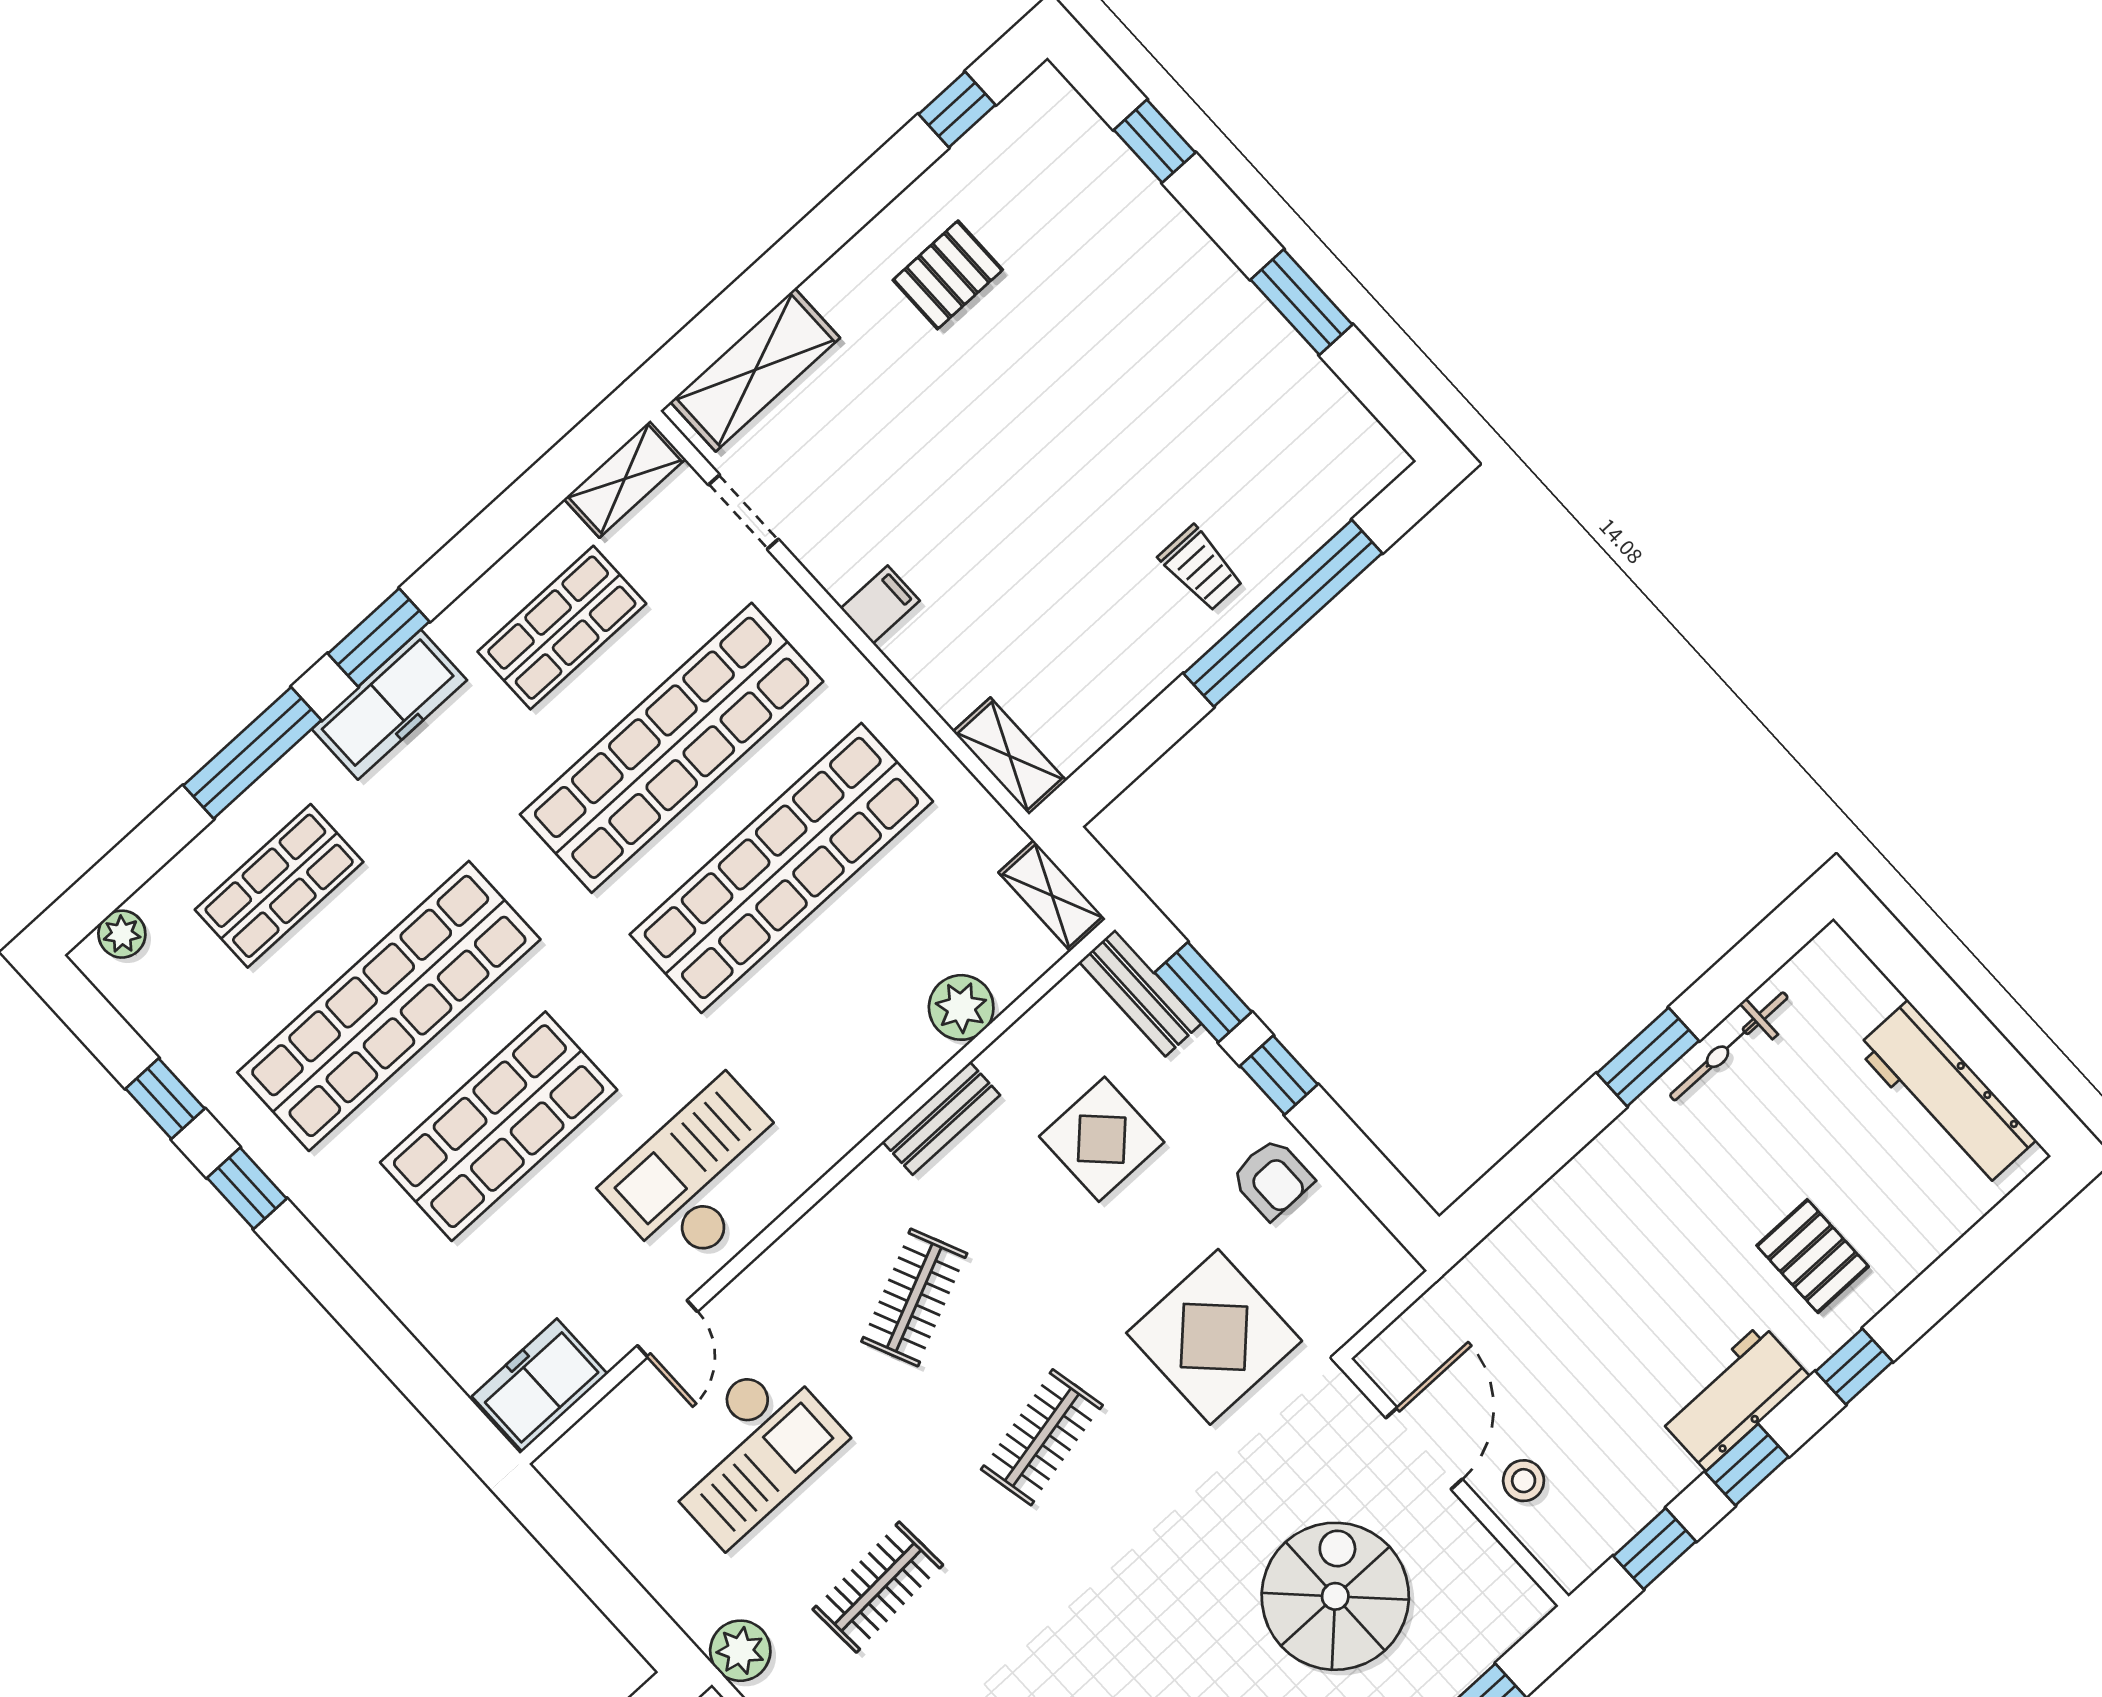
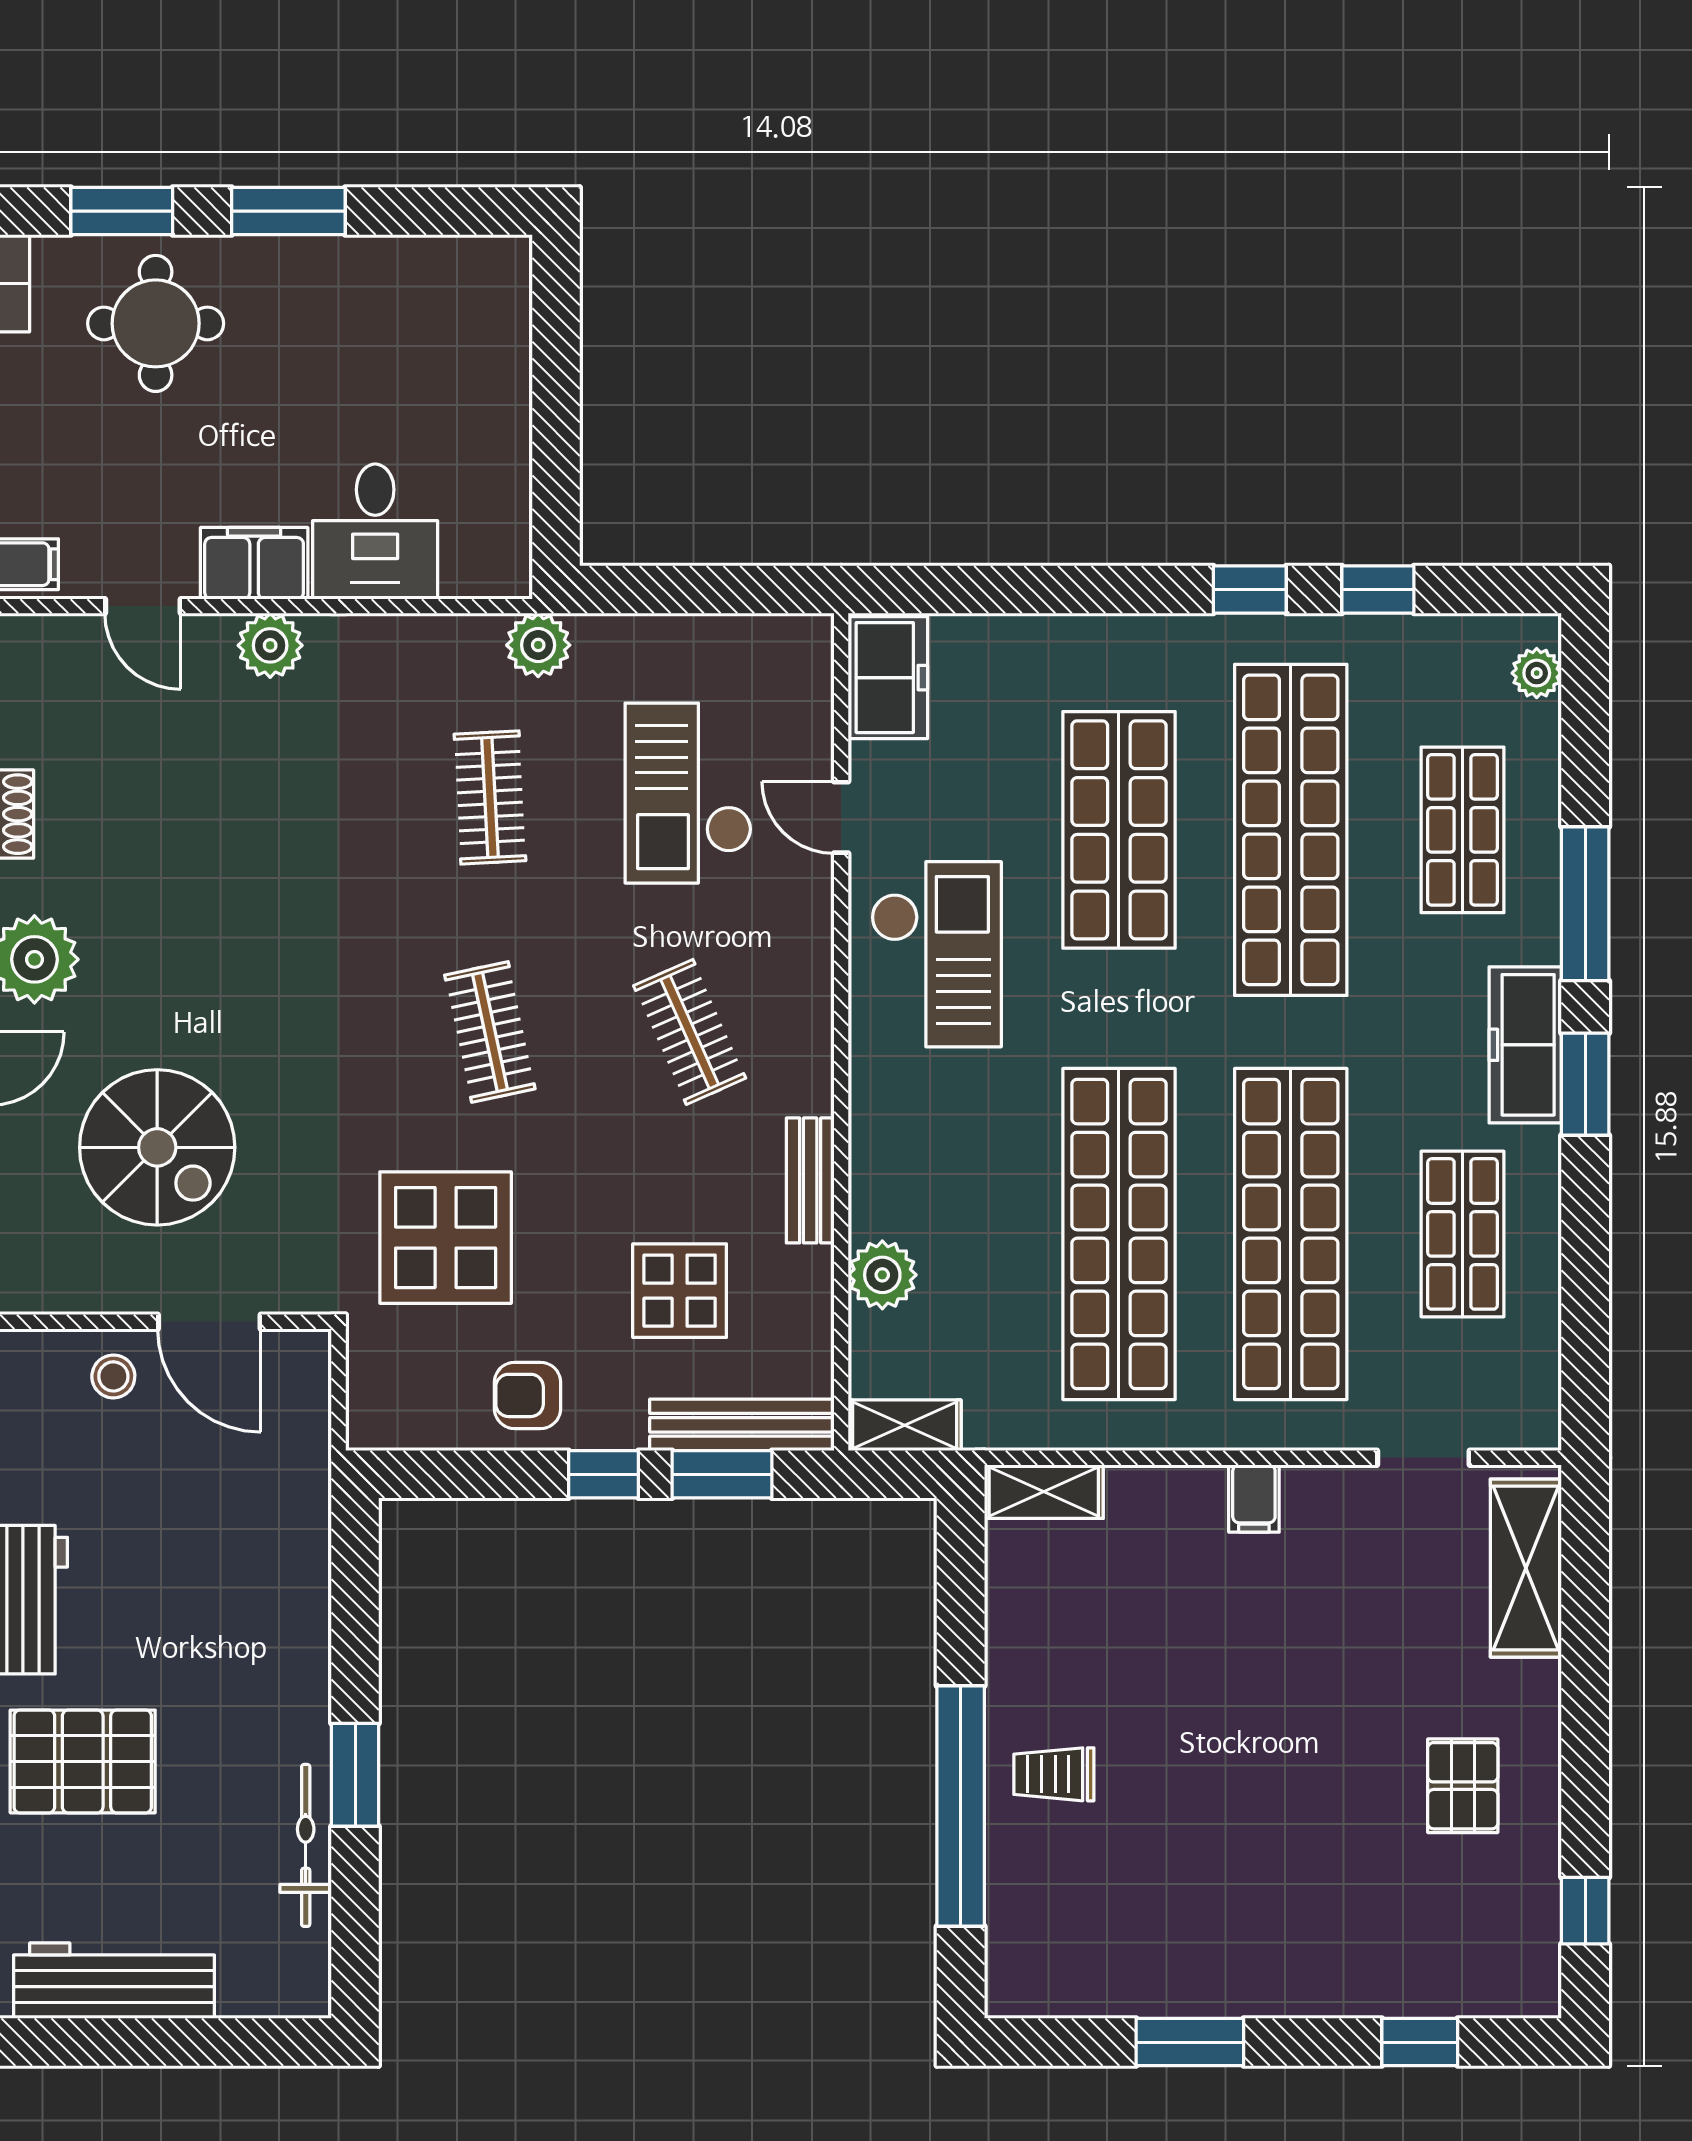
shelving: (625, 479) -> (1534, 1389), removed
bench: (1140, 993) -> (742, 1425), width x1.36
pallet: (1813, 1256) -> (83, 1761), width x1.50, depth x1.42

